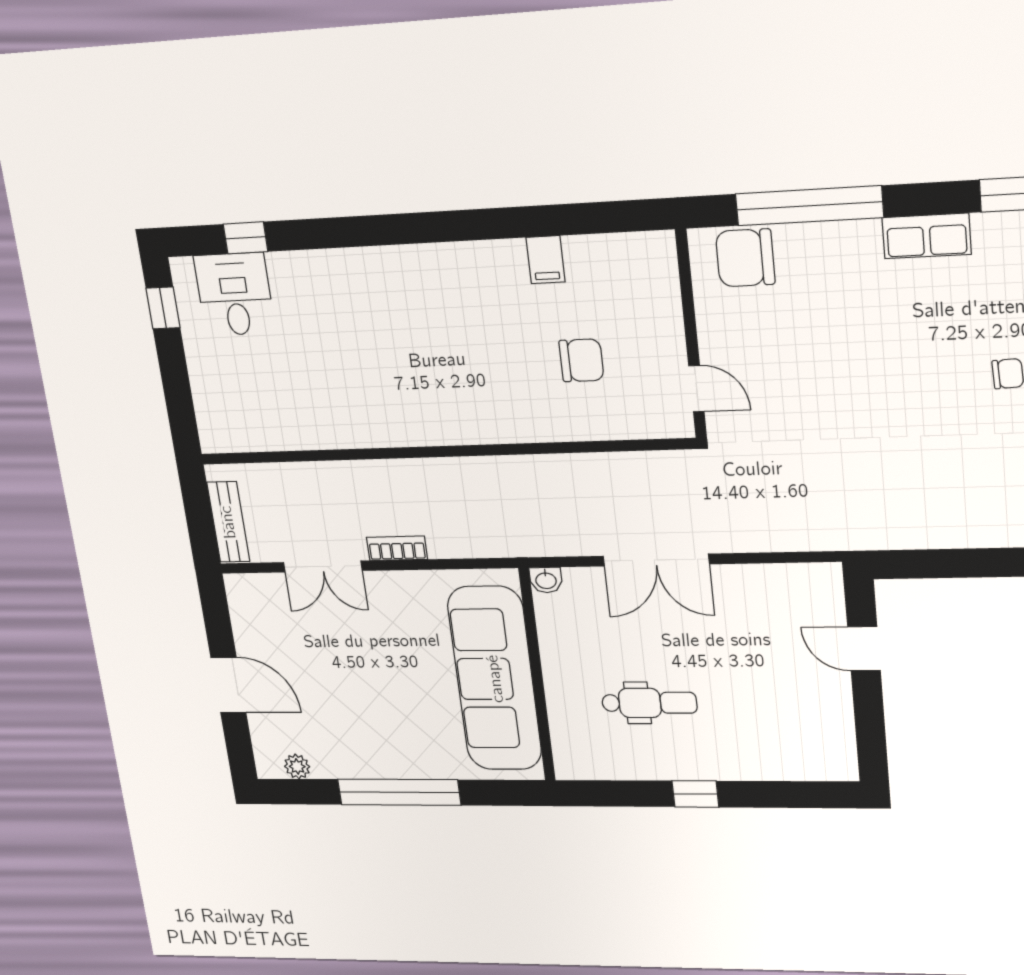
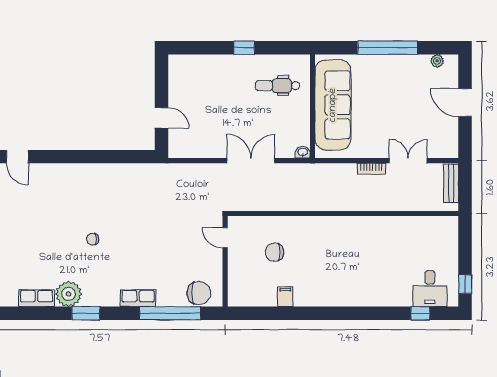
row of seats: (927, 236) -> (138, 298), moved
dental chair: (649, 703) -> (278, 86), moved

